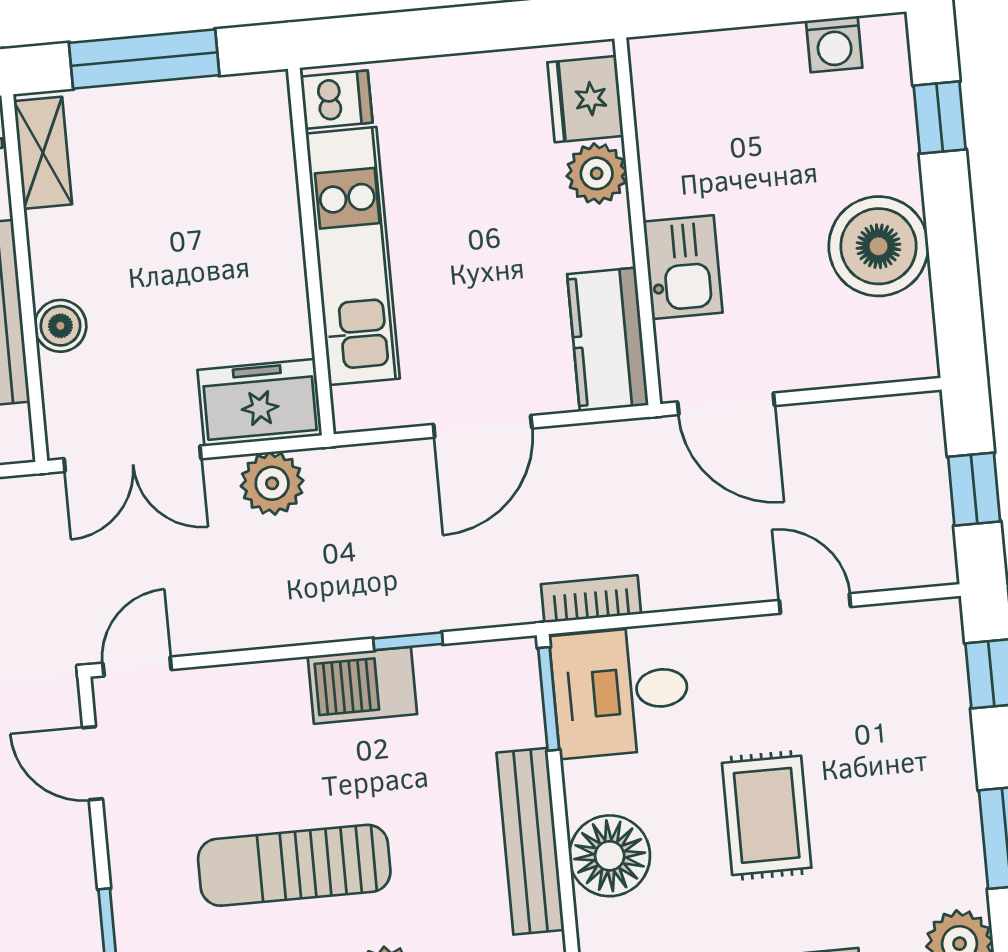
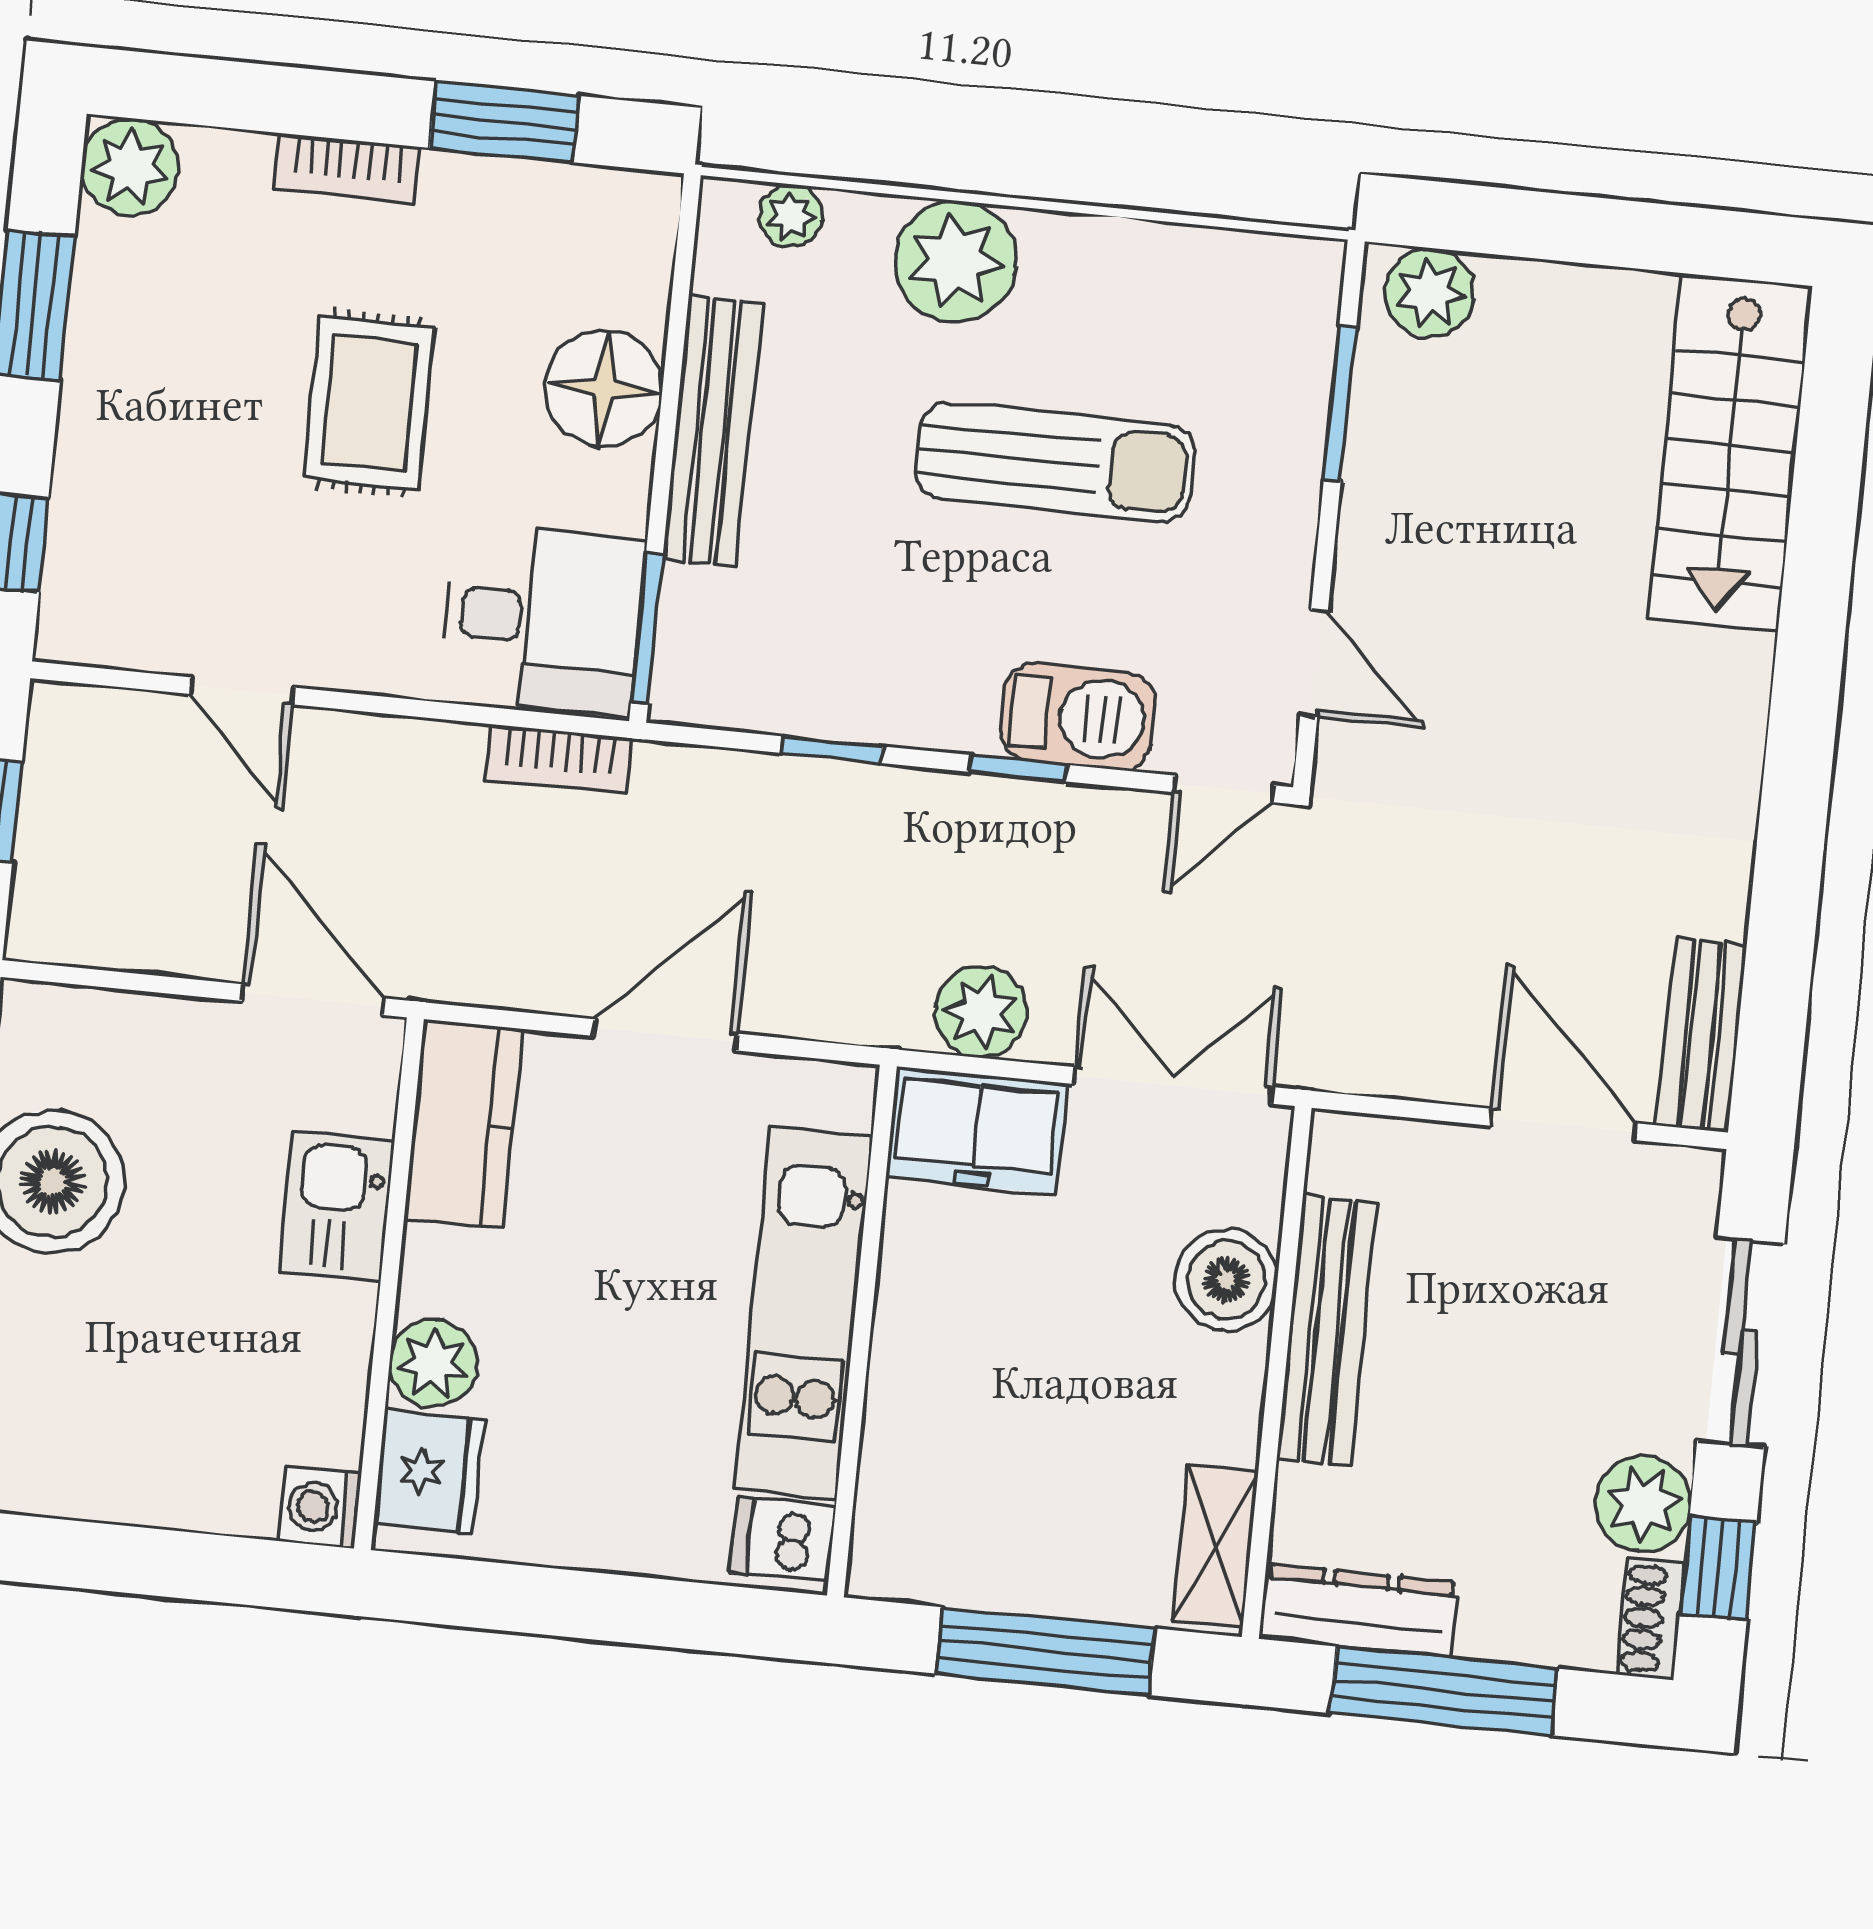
washing machine: (834, 44) -> (320, 1507), moved, turned -90
boiler: (60, 326) -> (1226, 1280), width x1.36, depth x1.36
window: (279, 653) -> (1018, 768), added
barbecue: (362, 685) -> (1078, 717), moved

